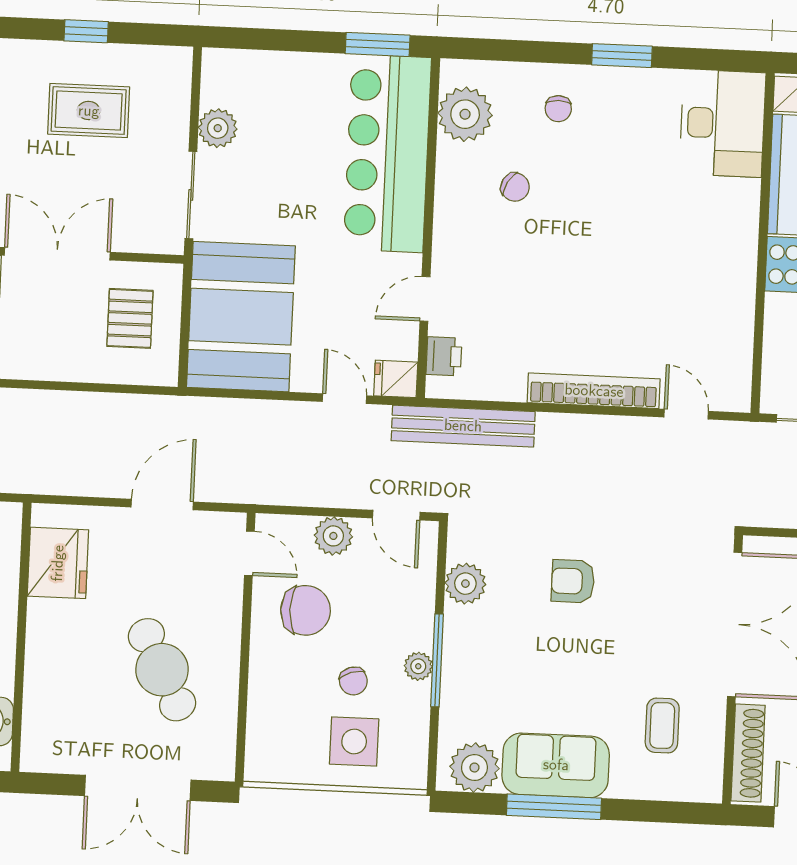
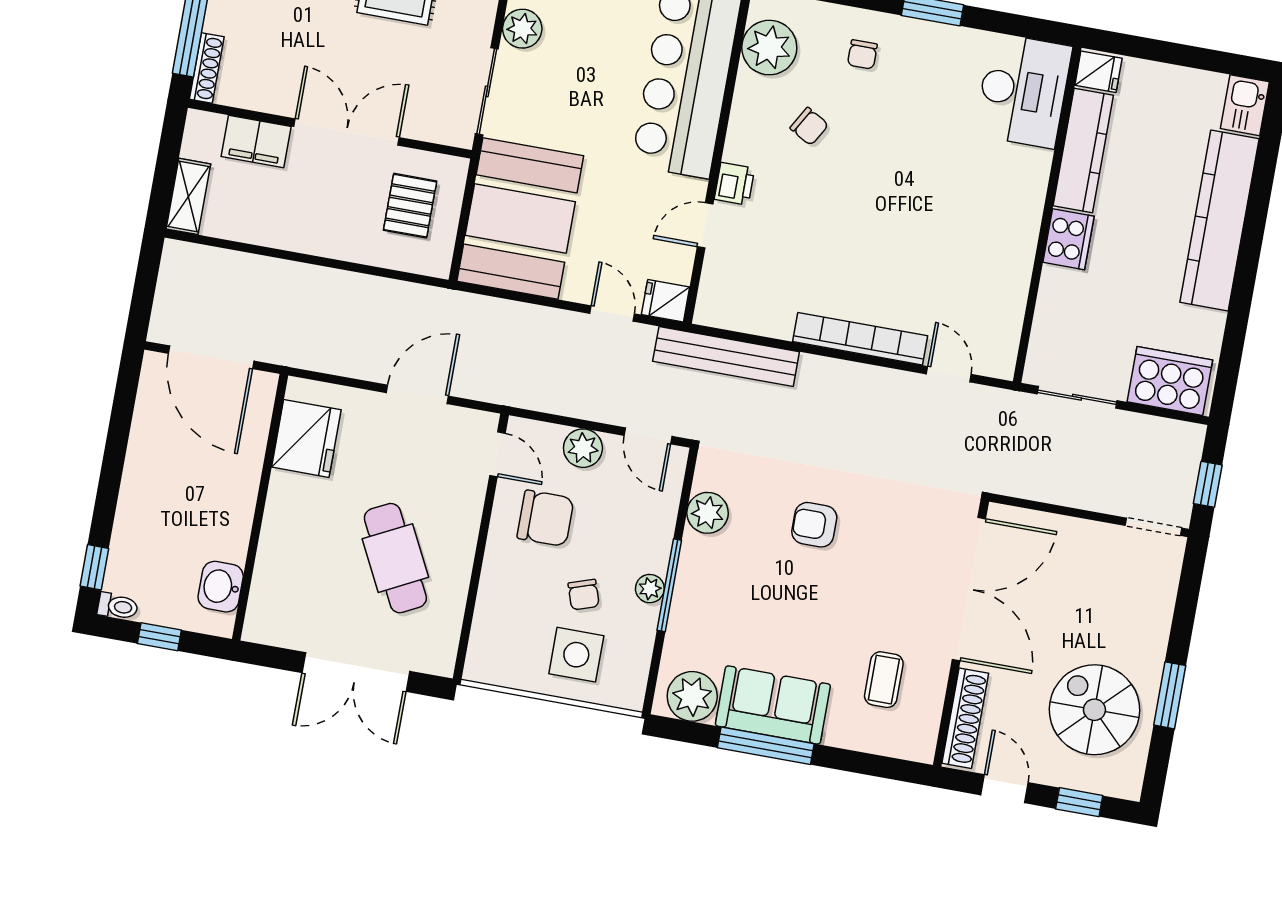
printer: (444, 356) -> (734, 184), moved

